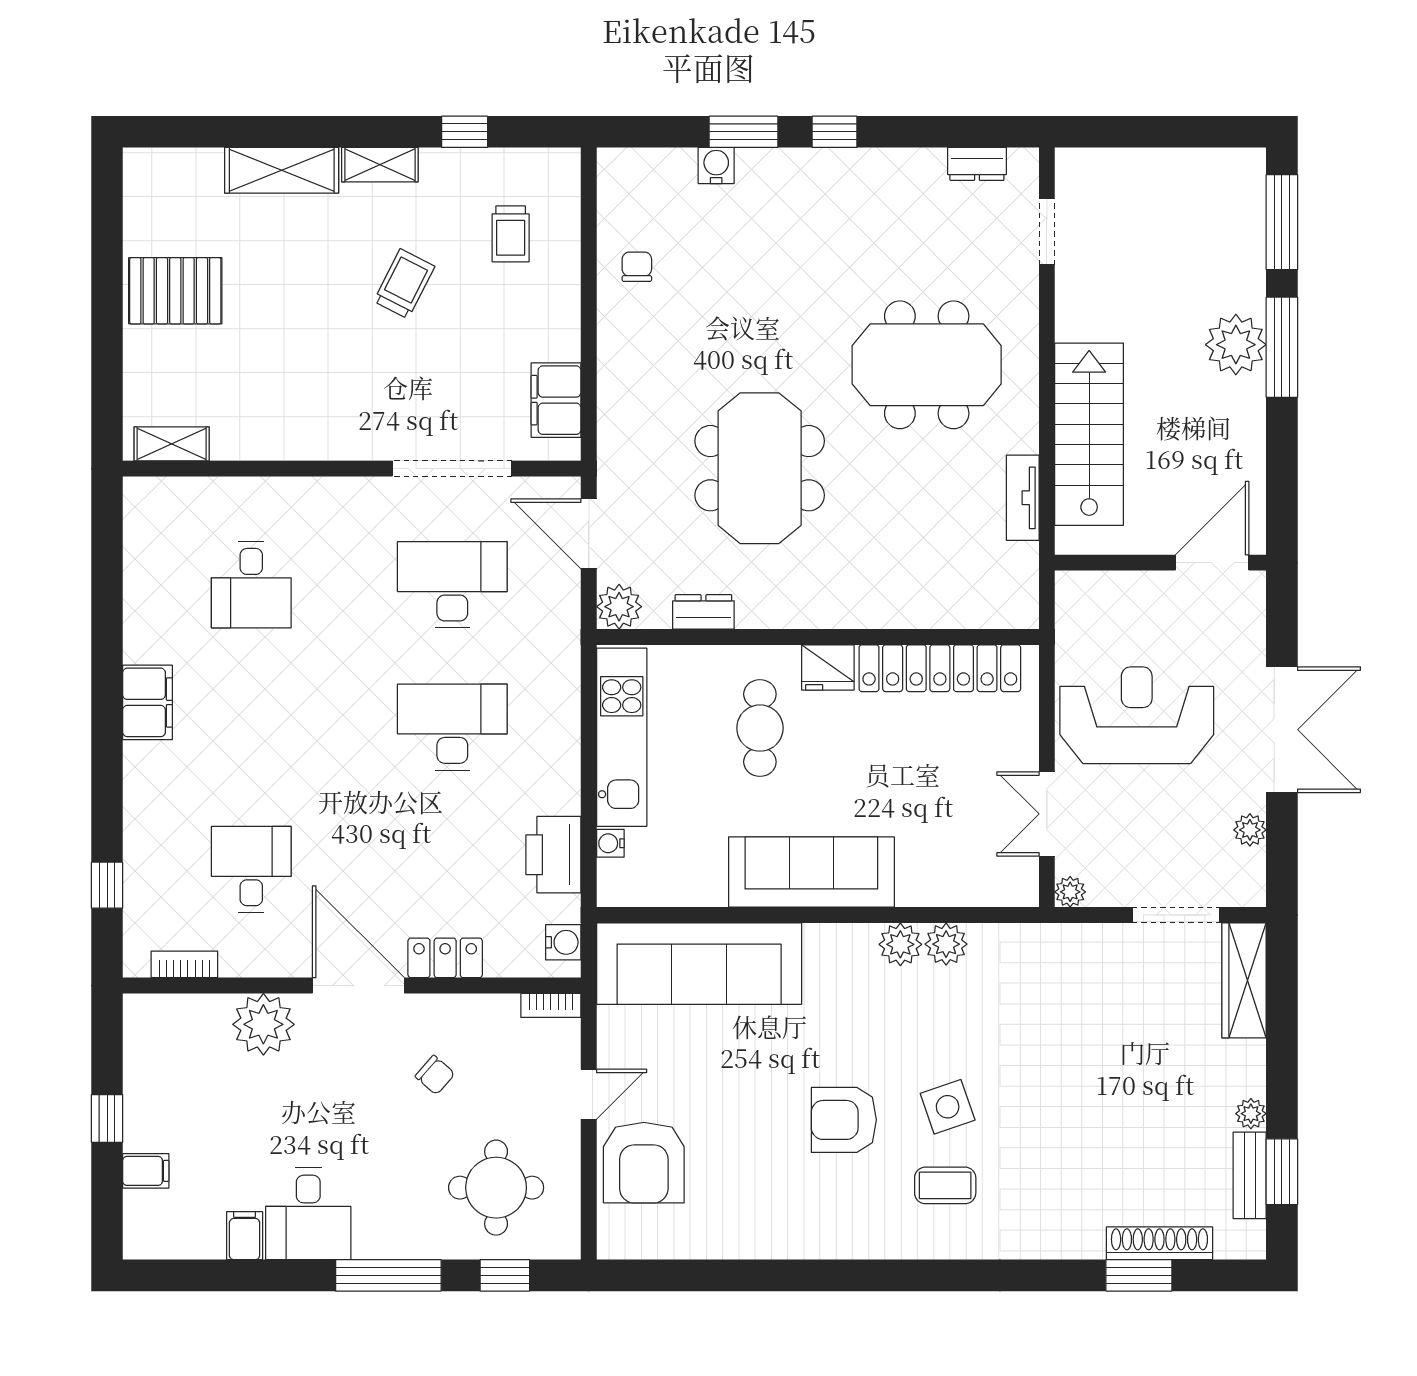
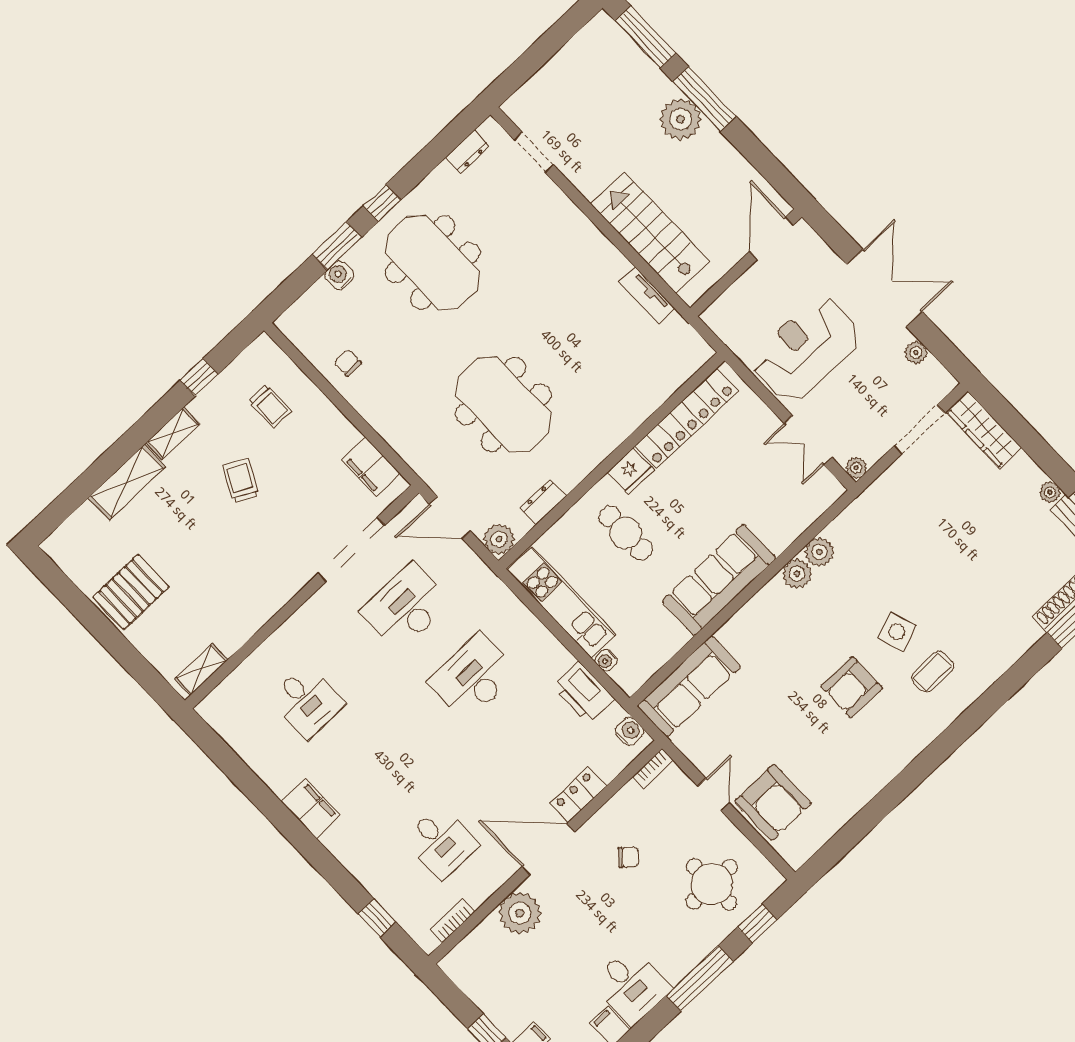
meeting table: (927, 365) -> (433, 263), moved, turned 90
desk: (251, 869) -> (441, 842), turned 180
sofa: (699, 964) -> (689, 686), width x0.74, depth x0.79

